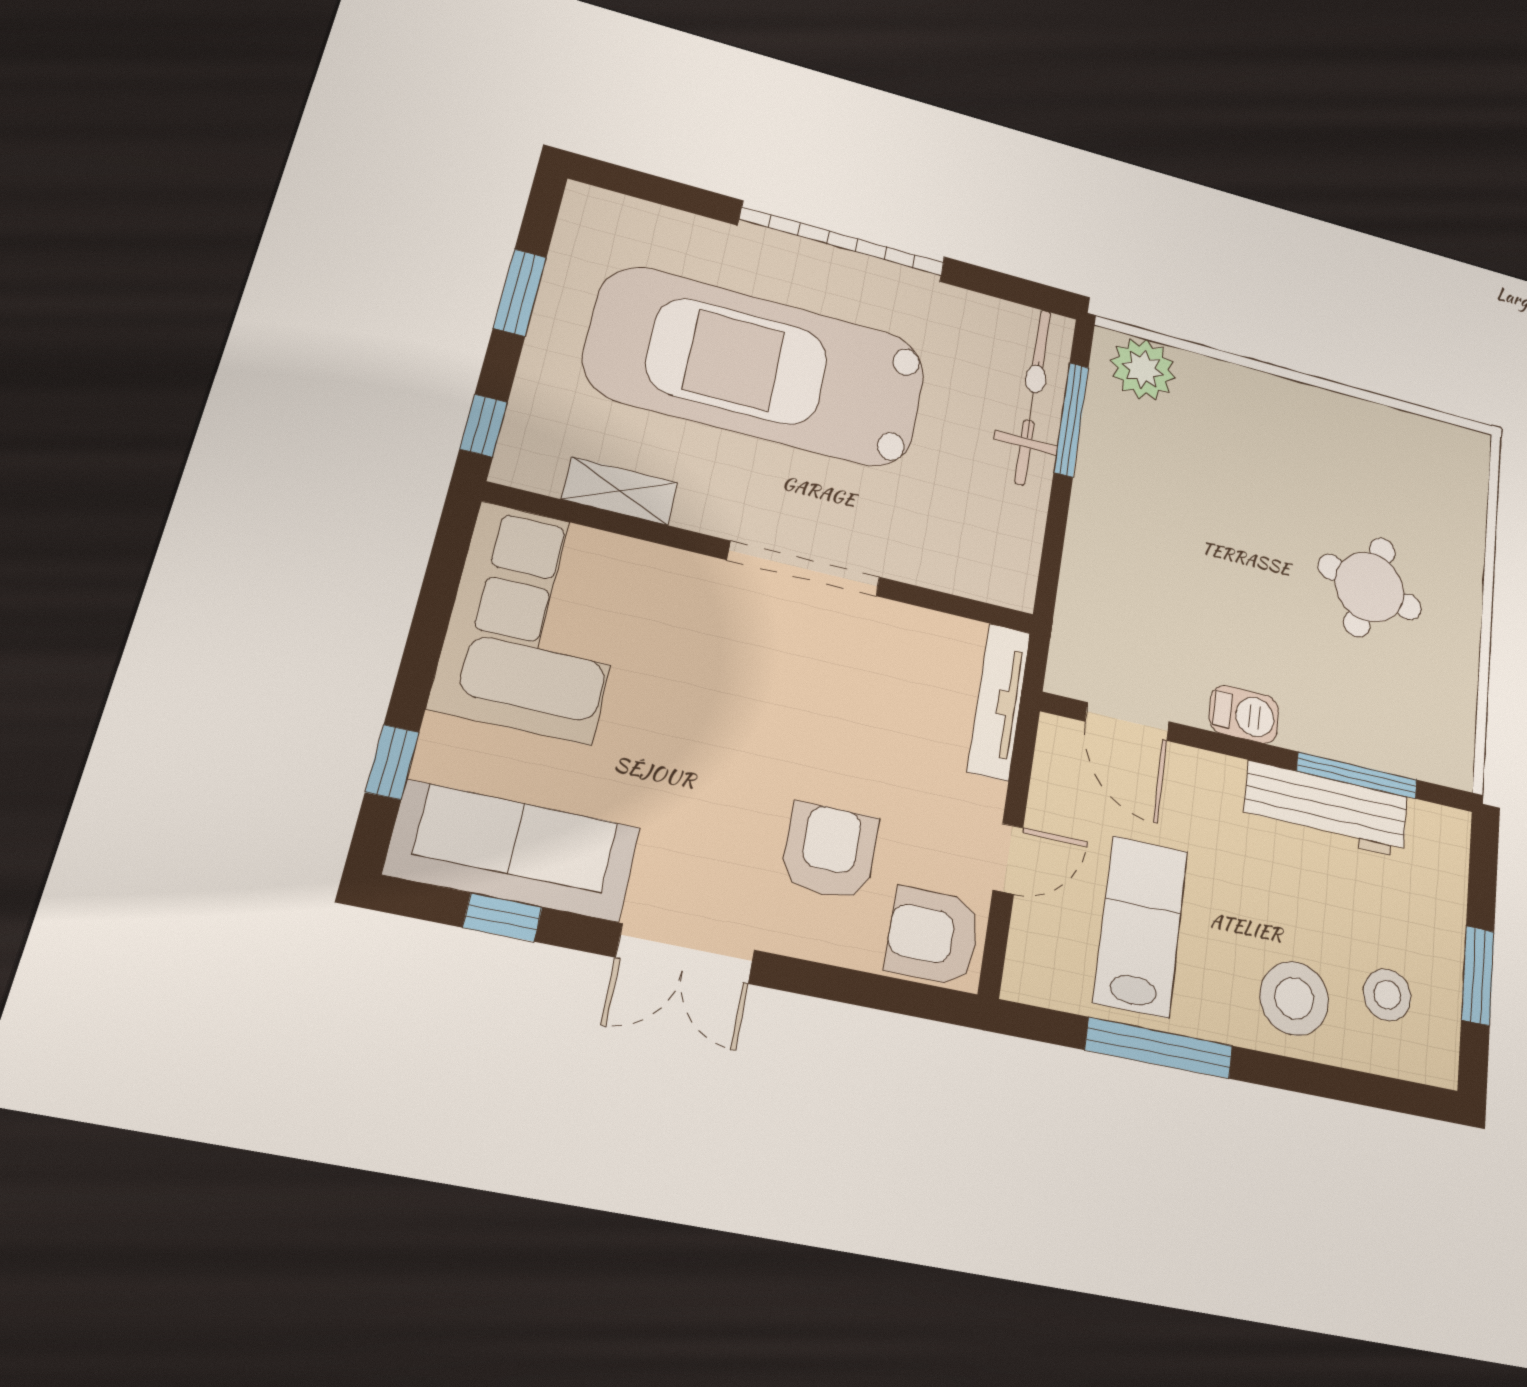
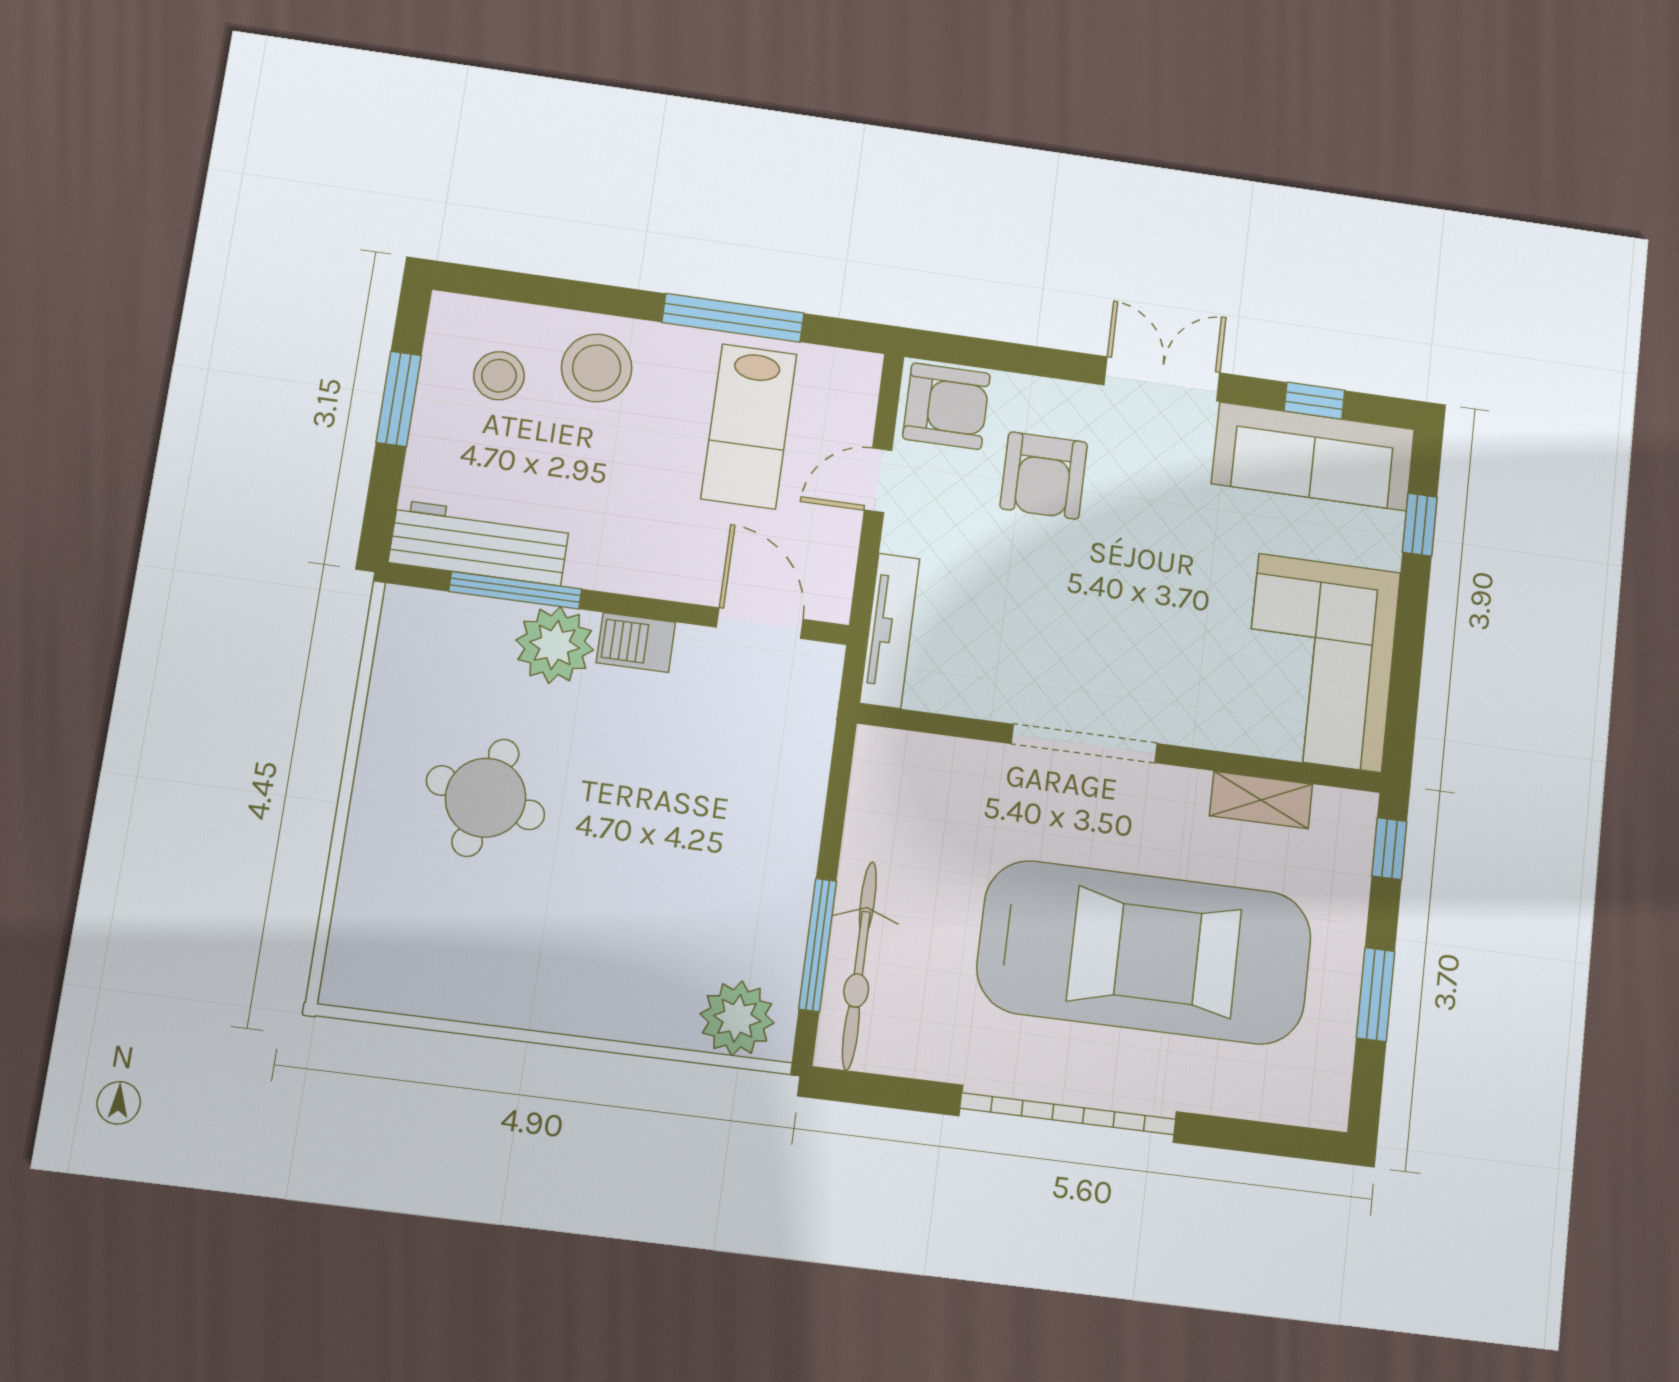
plant: (1318, 719) -> (555, 645), added
workbench: (1326, 809) -> (479, 543), moved

